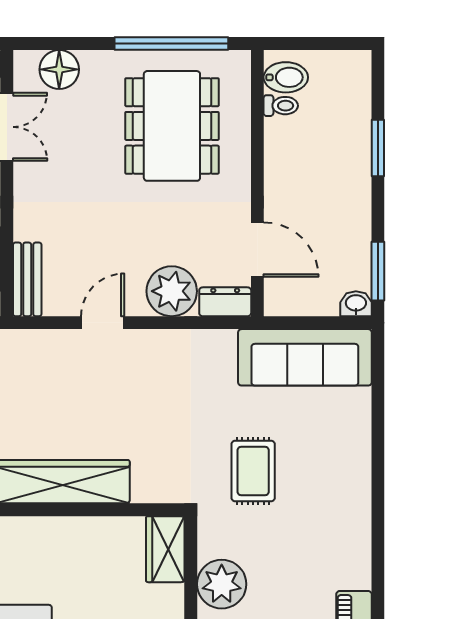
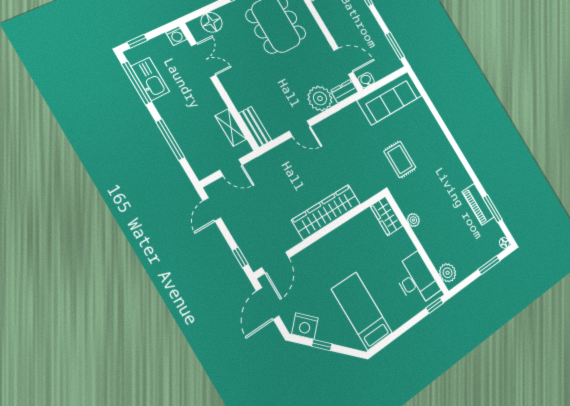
washbasin: (356, 304) -> (366, 80), moved
door: (103, 323) -> (300, 129), swing flipped
plant: (222, 584) -> (413, 220), width x0.53, depth x0.53

